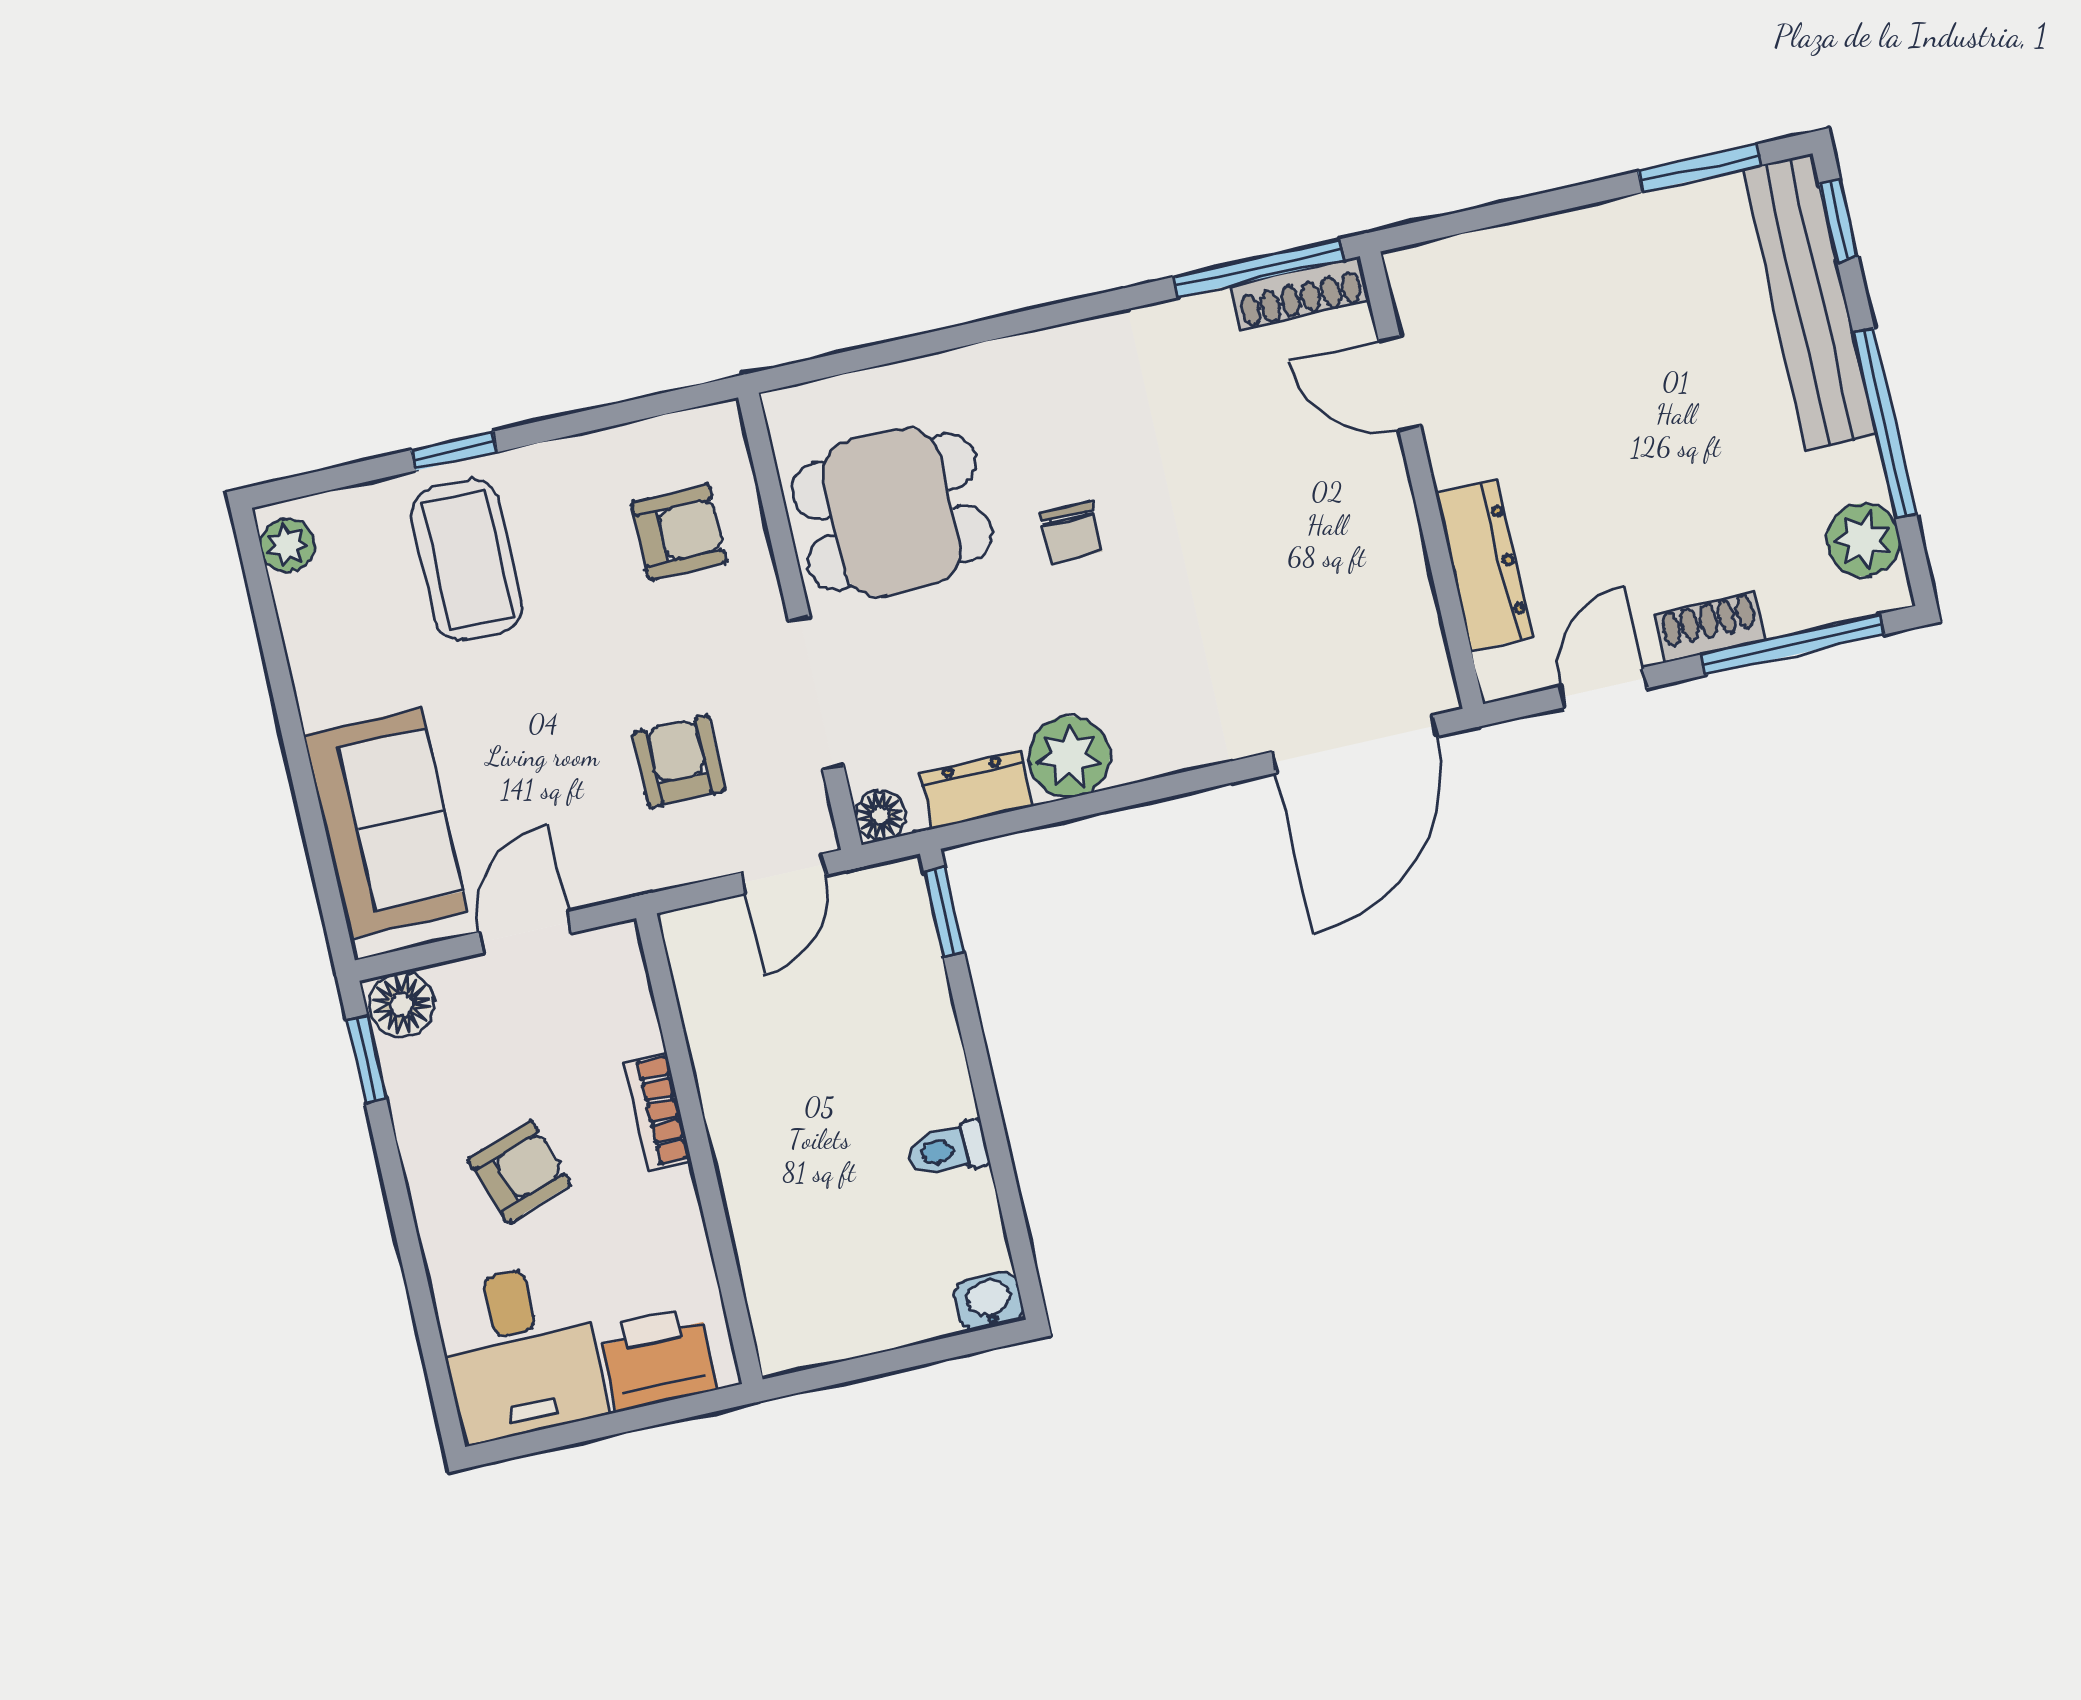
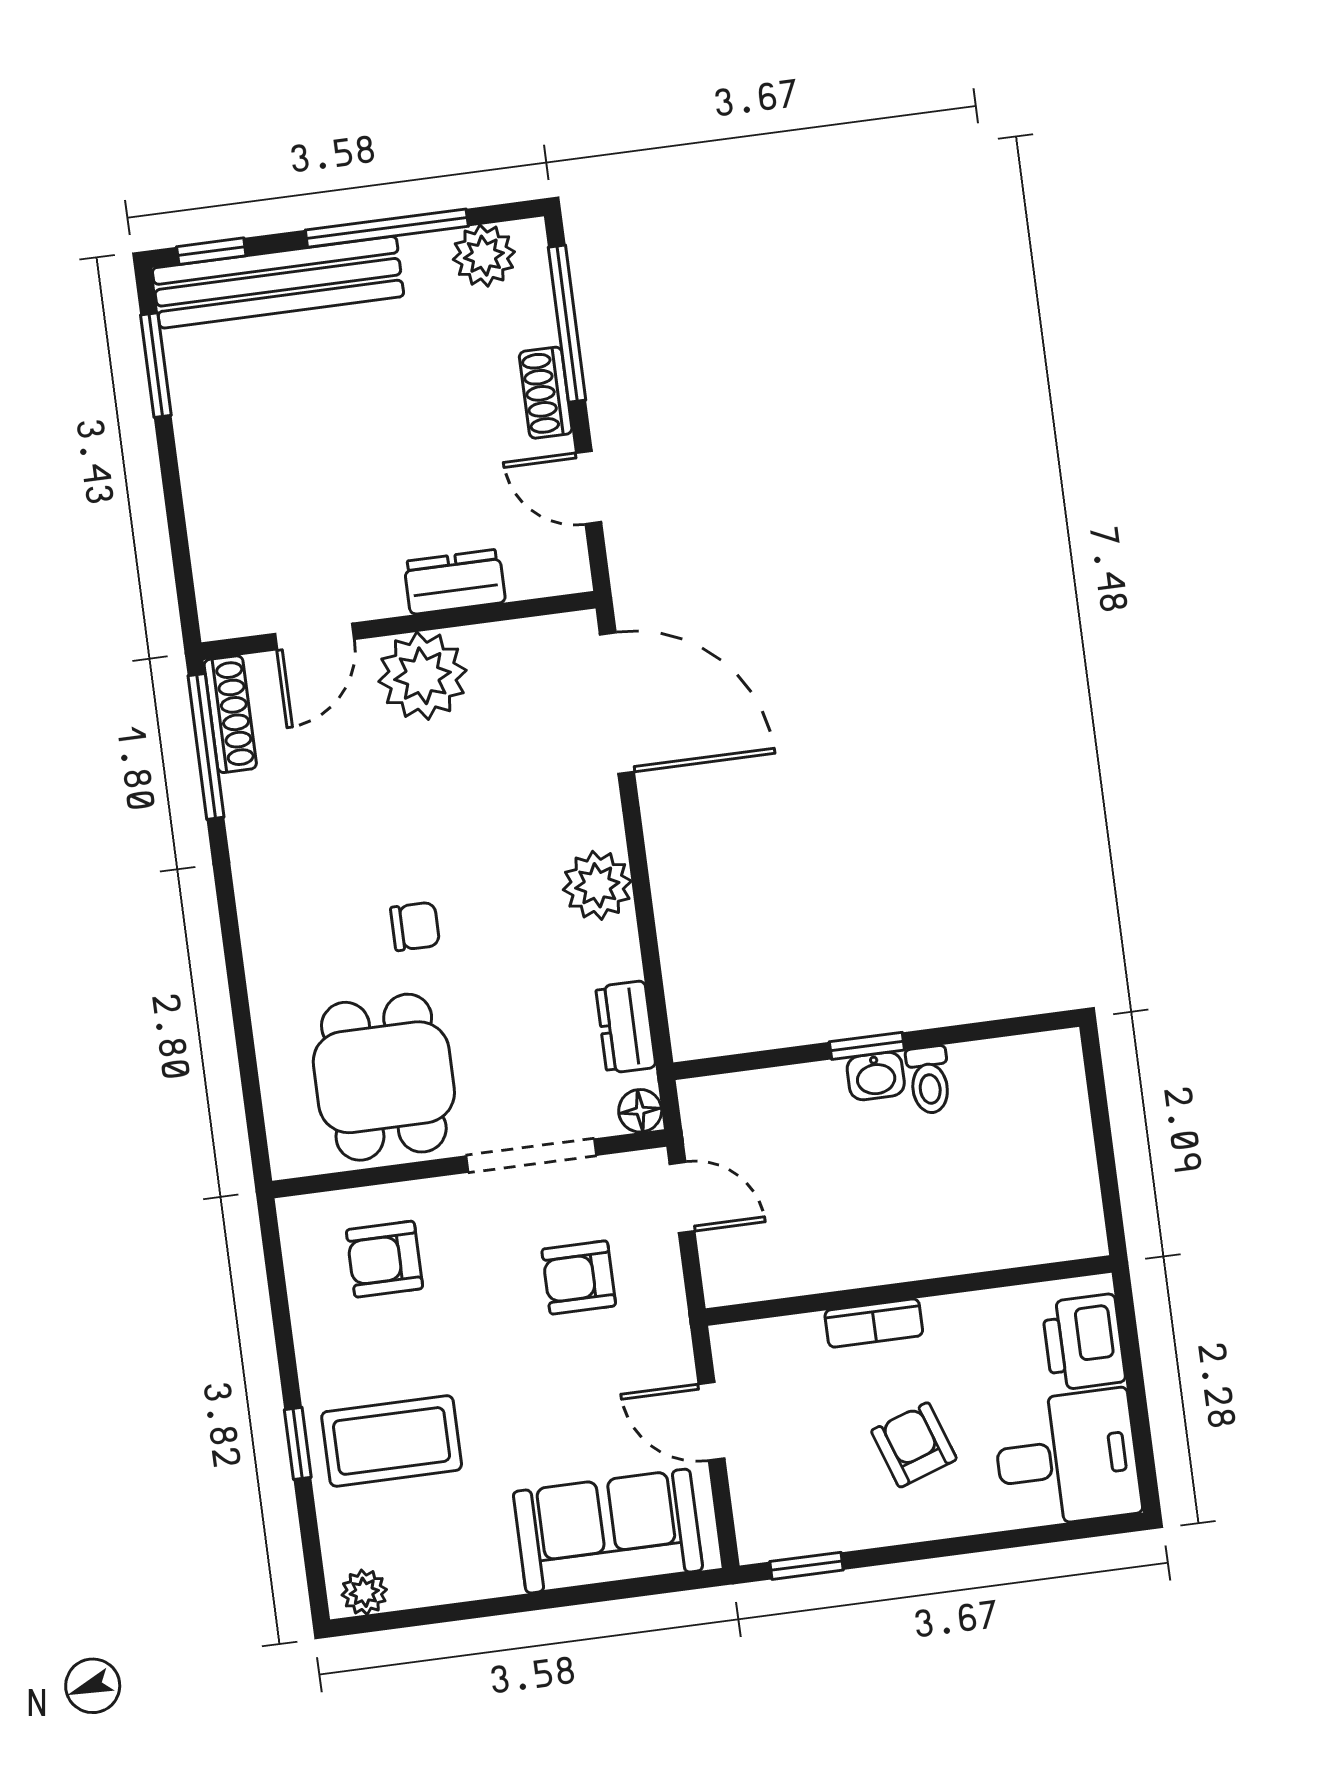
plant: (1365, 514) -> (423, 676), added
armchair: (679, 533) -> (384, 1259), turned -90
dresser: (1484, 565) -> (455, 582), width x0.70
plant: (1069, 757) -> (597, 885), moved
window: (944, 912) -> (867, 1046), moved
floor lamp: (402, 1004) -> (763, 1531), removed
washbasin: (989, 1301) -> (876, 1076), moved, turned -90

